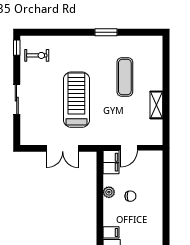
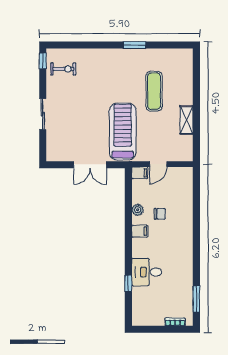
treadmill: (76, 100) -> (123, 132), moved
filing cabinet: (111, 162) -> (140, 173), width x0.50
filing cabinet: (111, 232) -> (140, 231), moved

